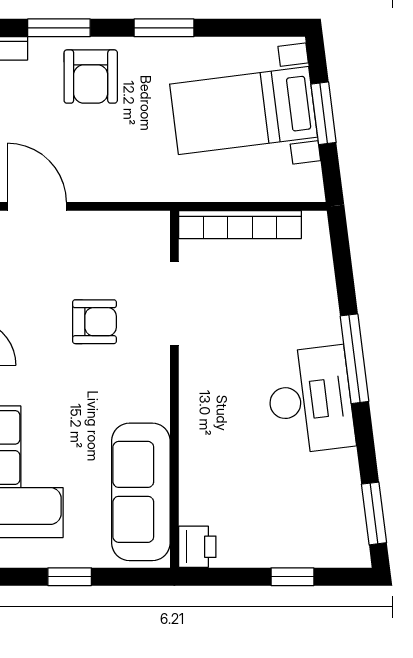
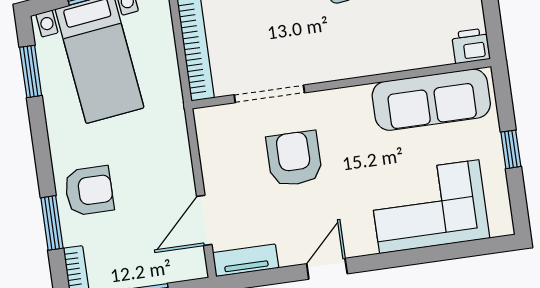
window: (164, 28) -> (31, 71), moved
armchair: (94, 322) -> (294, 159), width x1.38, depth x1.38

